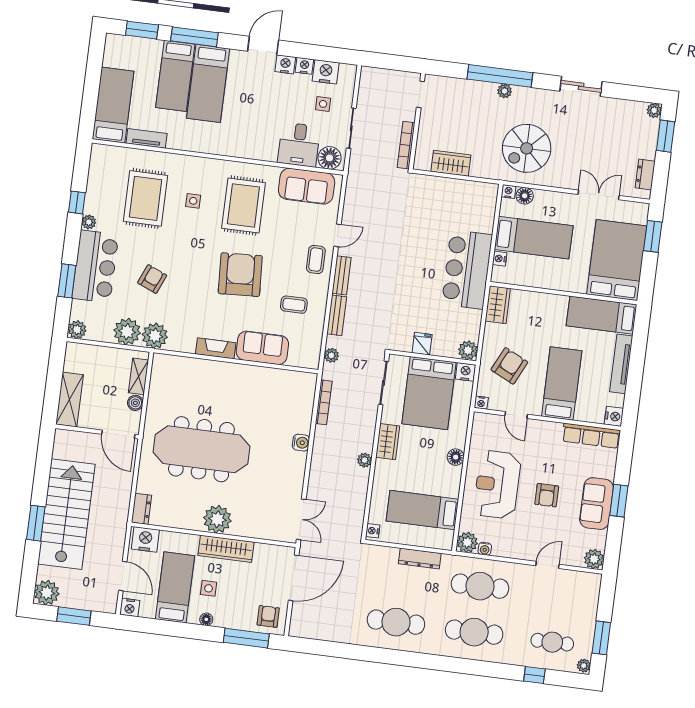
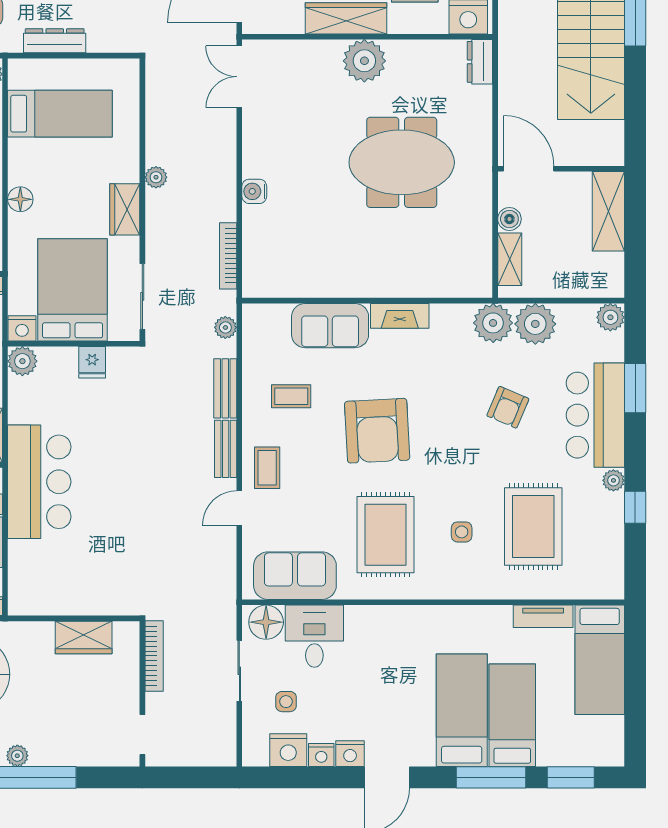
meeting table: (201, 449) -> (402, 162), width x0.73
nightstand: (373, 531) -> (130, 73), removed

